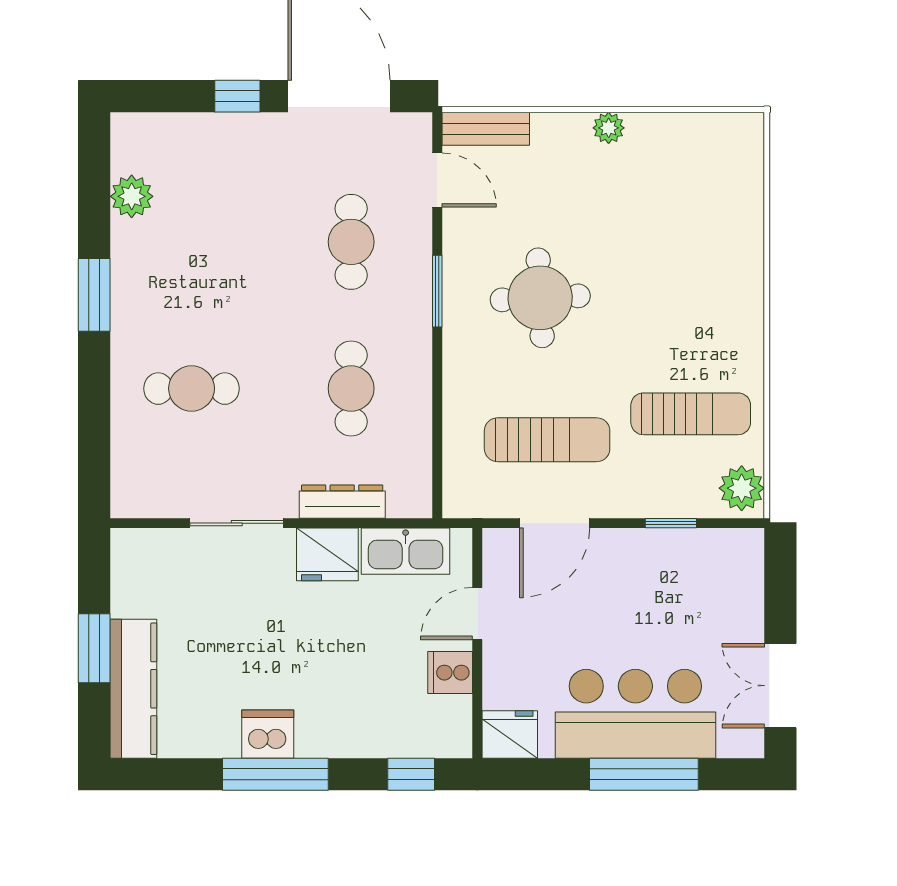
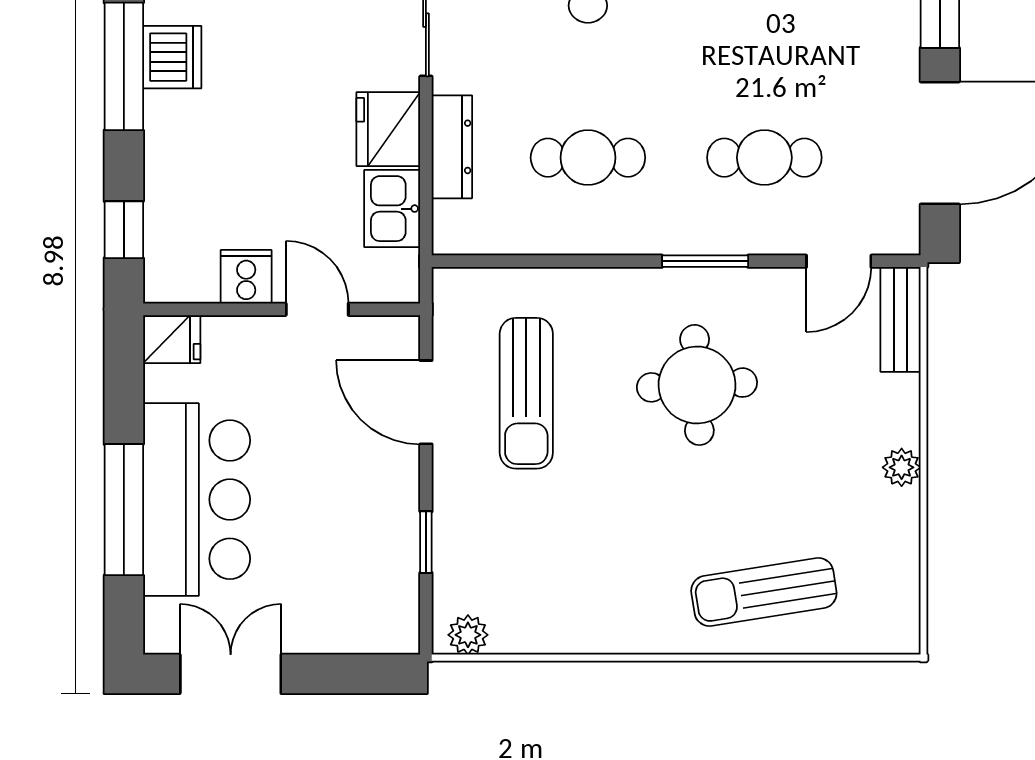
sun lounger: (691, 414) -> (764, 592), moved, turned 81
plant: (742, 488) -> (468, 635), width x0.73, depth x0.73
kitchen sink: (406, 551) -> (392, 209), width x0.73
fridge: (510, 734) -> (172, 339), width x0.72

